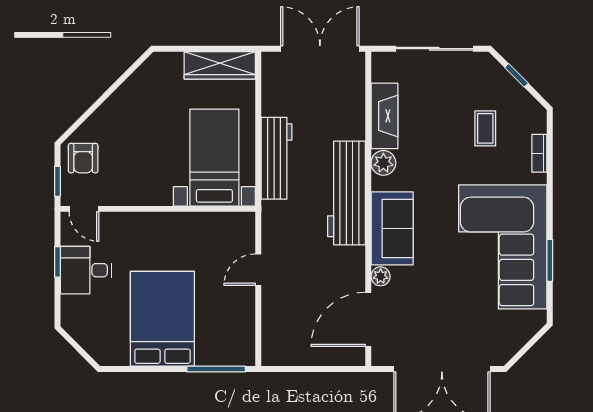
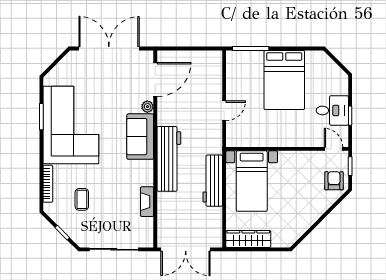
fireplace: (385, 116) -> (147, 202), width x0.73, depth x0.76
bookcase: (539, 153) -> (48, 184), width x1.56
plant: (383, 163) -> (146, 178), removed

